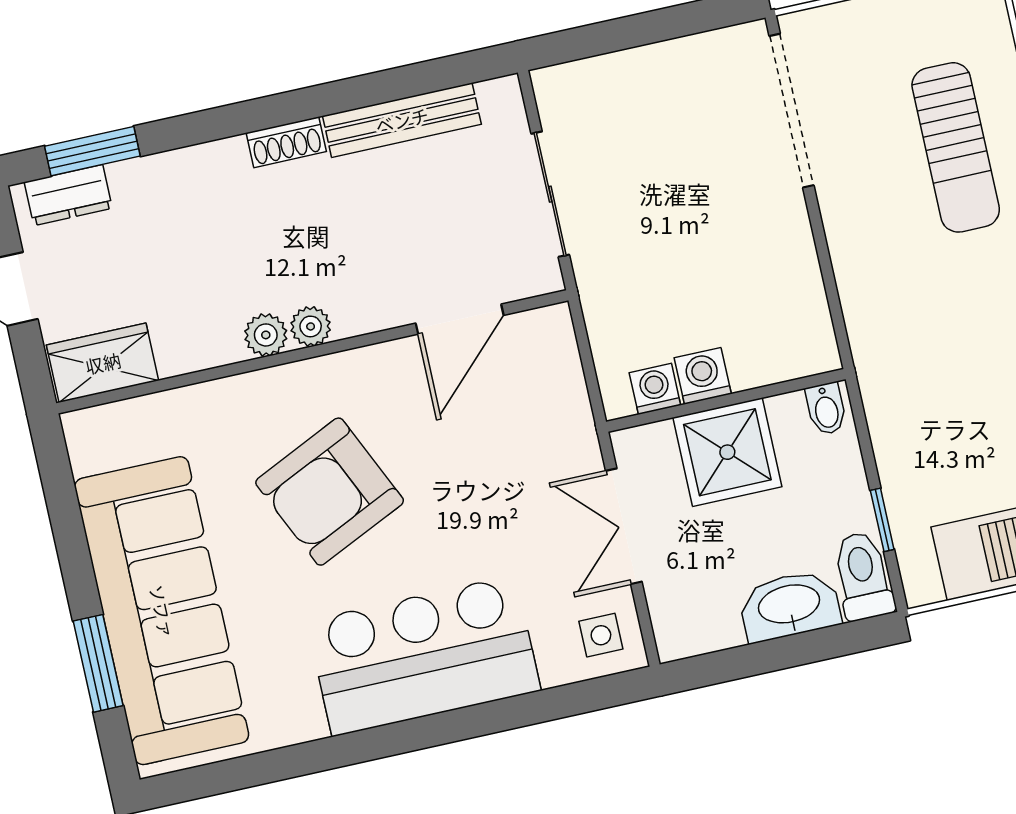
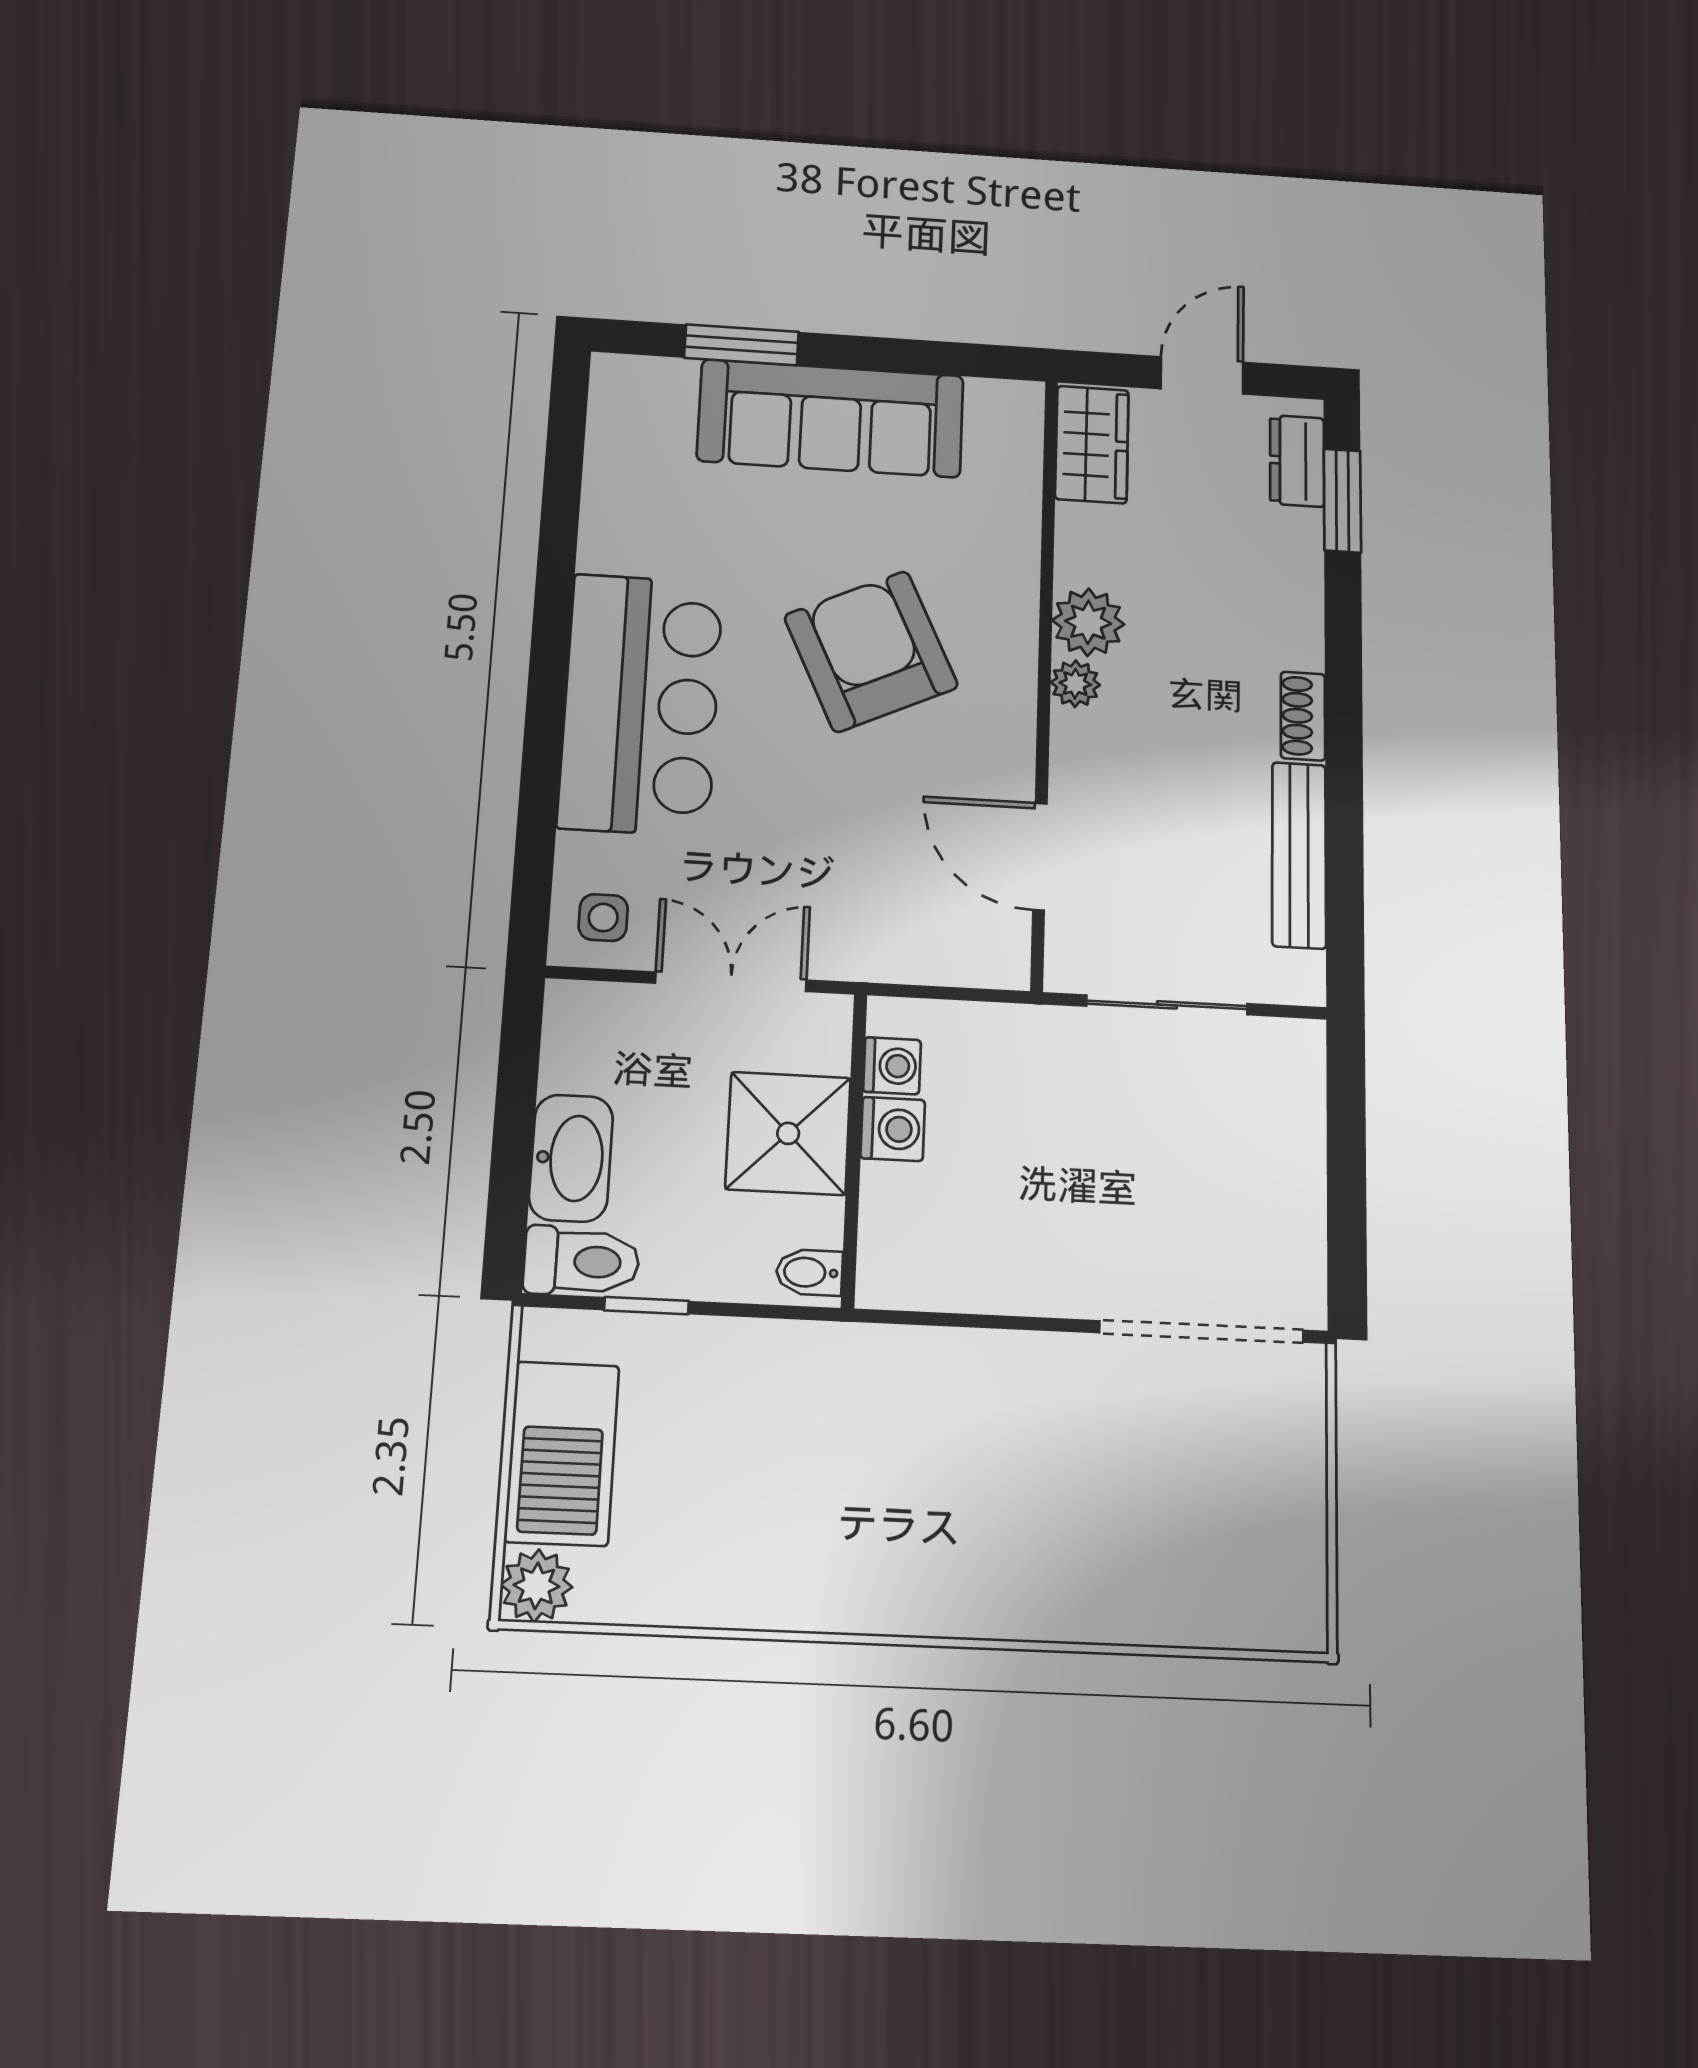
sun lounger: (956, 147) -> (1104, 1533), removed
plant: (266, 335) -> (1088, 622), width x1.38, depth x1.38
sofa: (162, 611) -> (831, 418), width x0.74, depth x0.79

